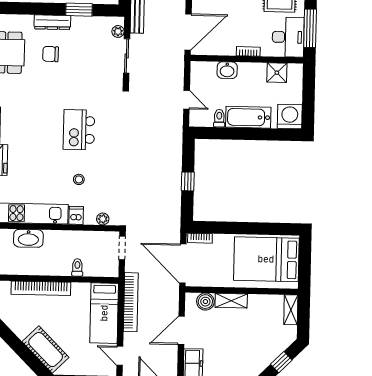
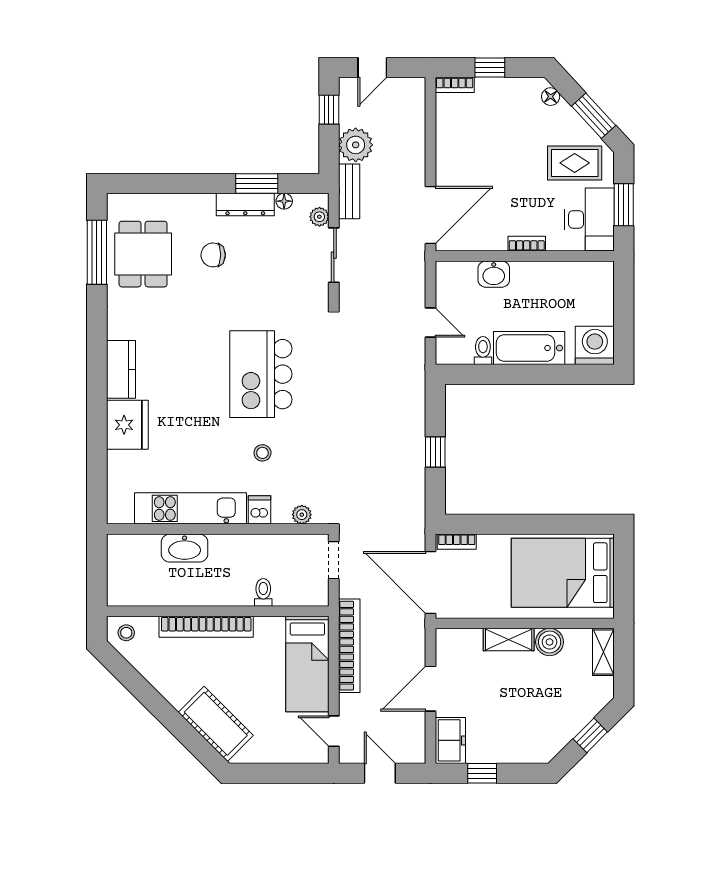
floor lamp: (96, 21) -> (284, 201), added
dresser: (52, 22) -> (245, 204), moved
window: (310, 28) -> (624, 205), width x0.69
shower: (277, 73) -> (573, 276), removed
kitchen island: (79, 130) -> (261, 374), width x1.37, depth x1.28
boiler: (205, 302) -> (550, 642), moved

